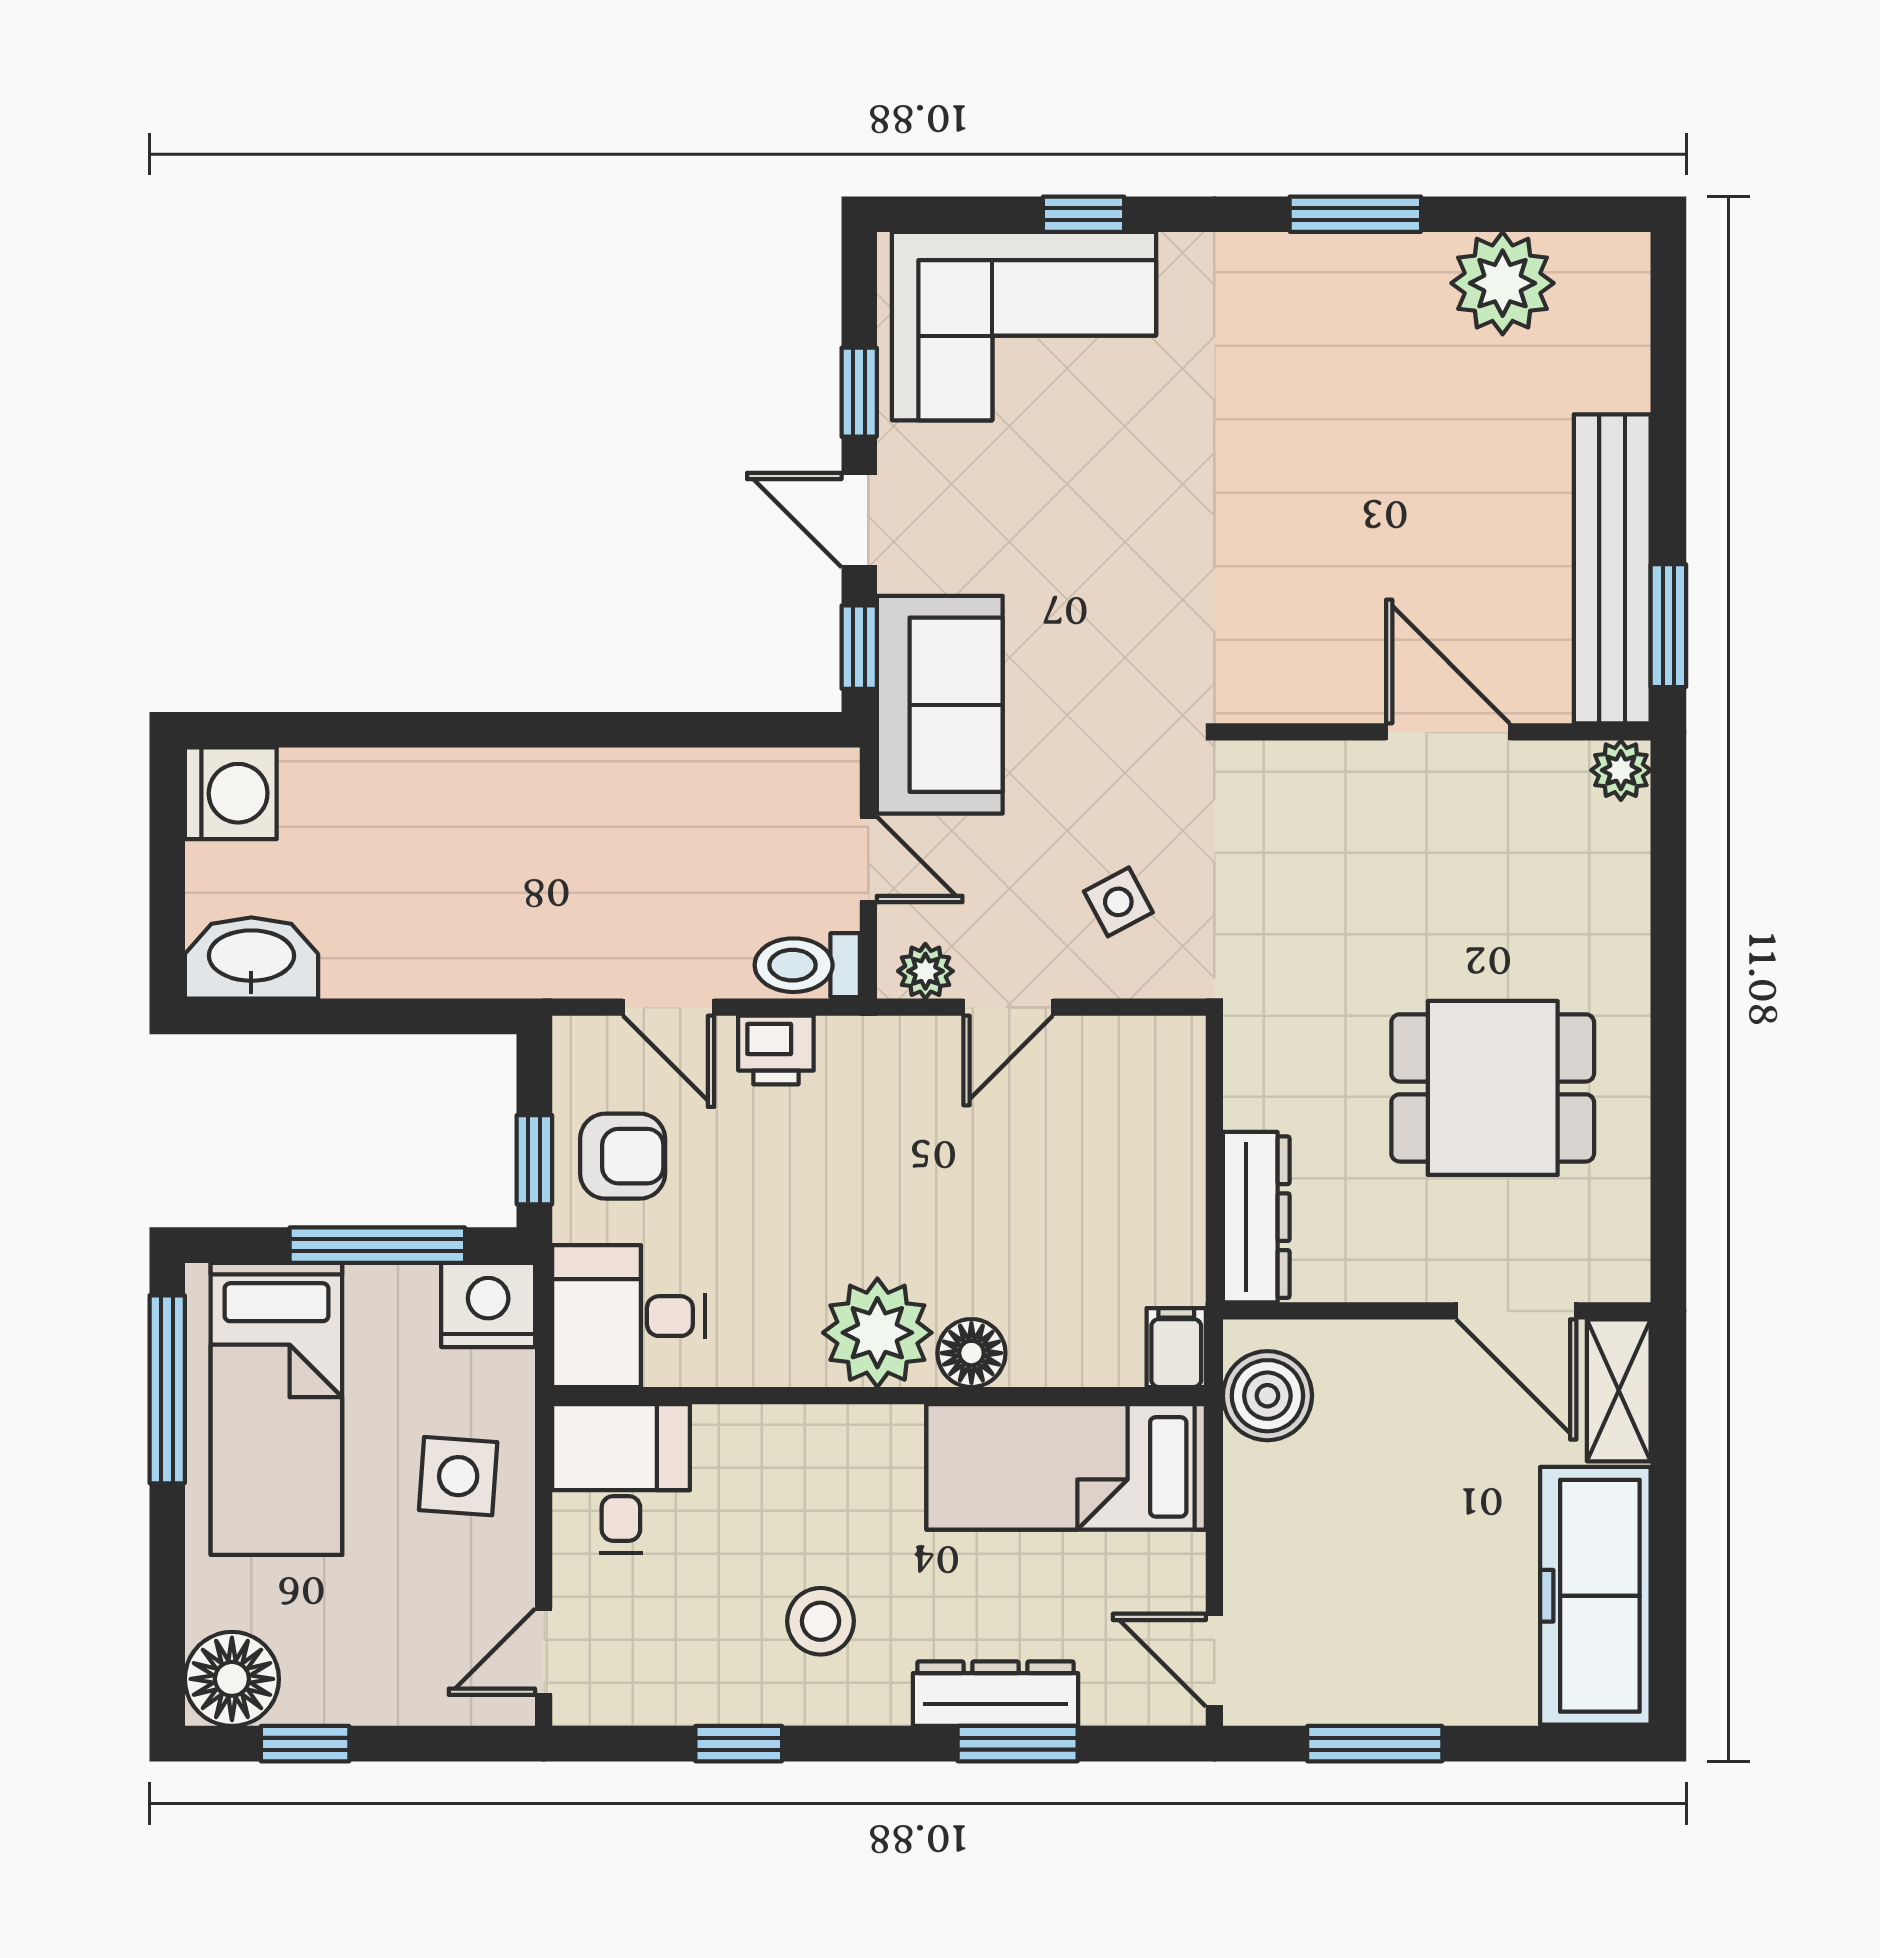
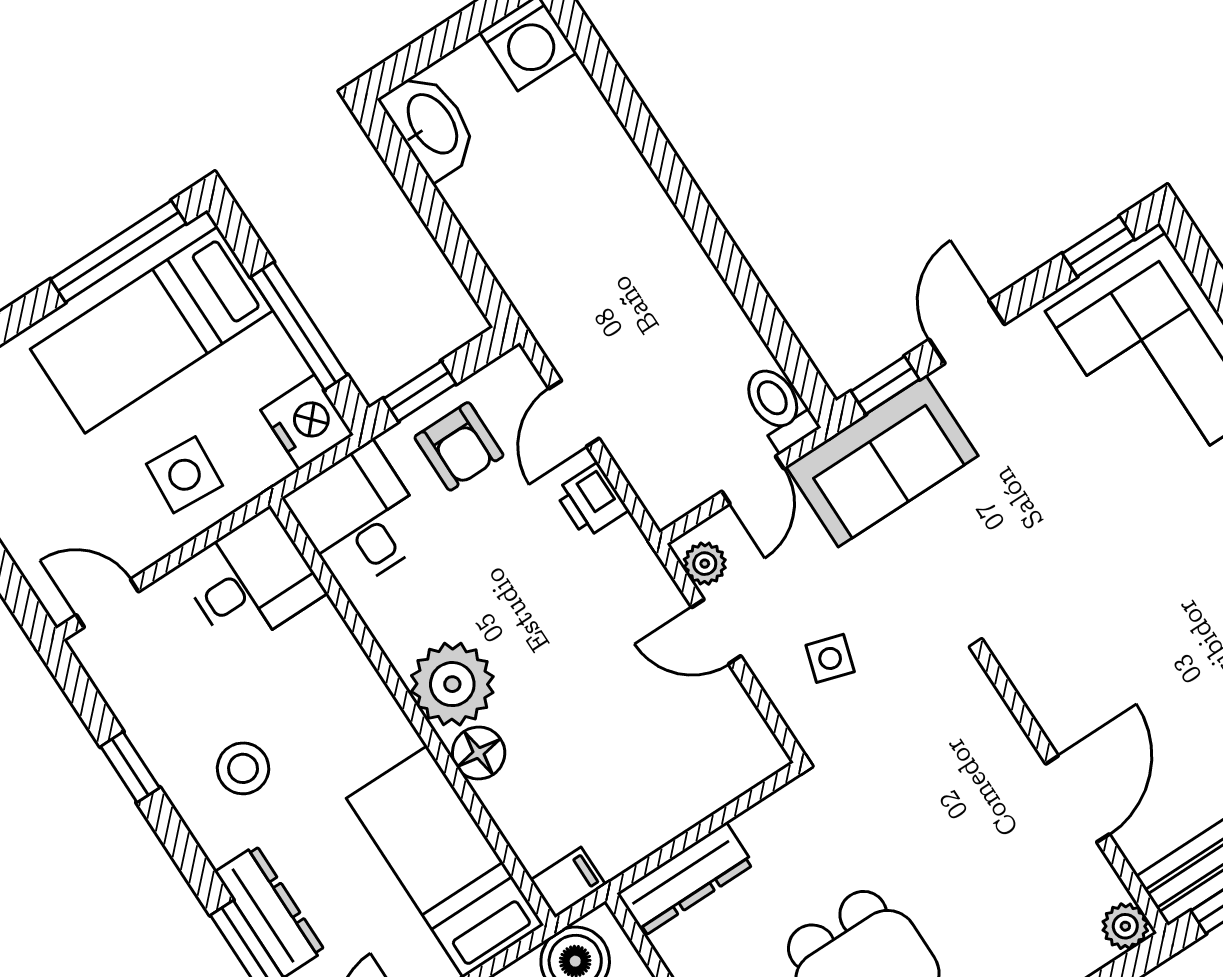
window: (859, 392) -> (1098, 246), moved
side table: (1118, 902) -> (830, 658), turned 45
toilet: (807, 965) -> (778, 407), moved

